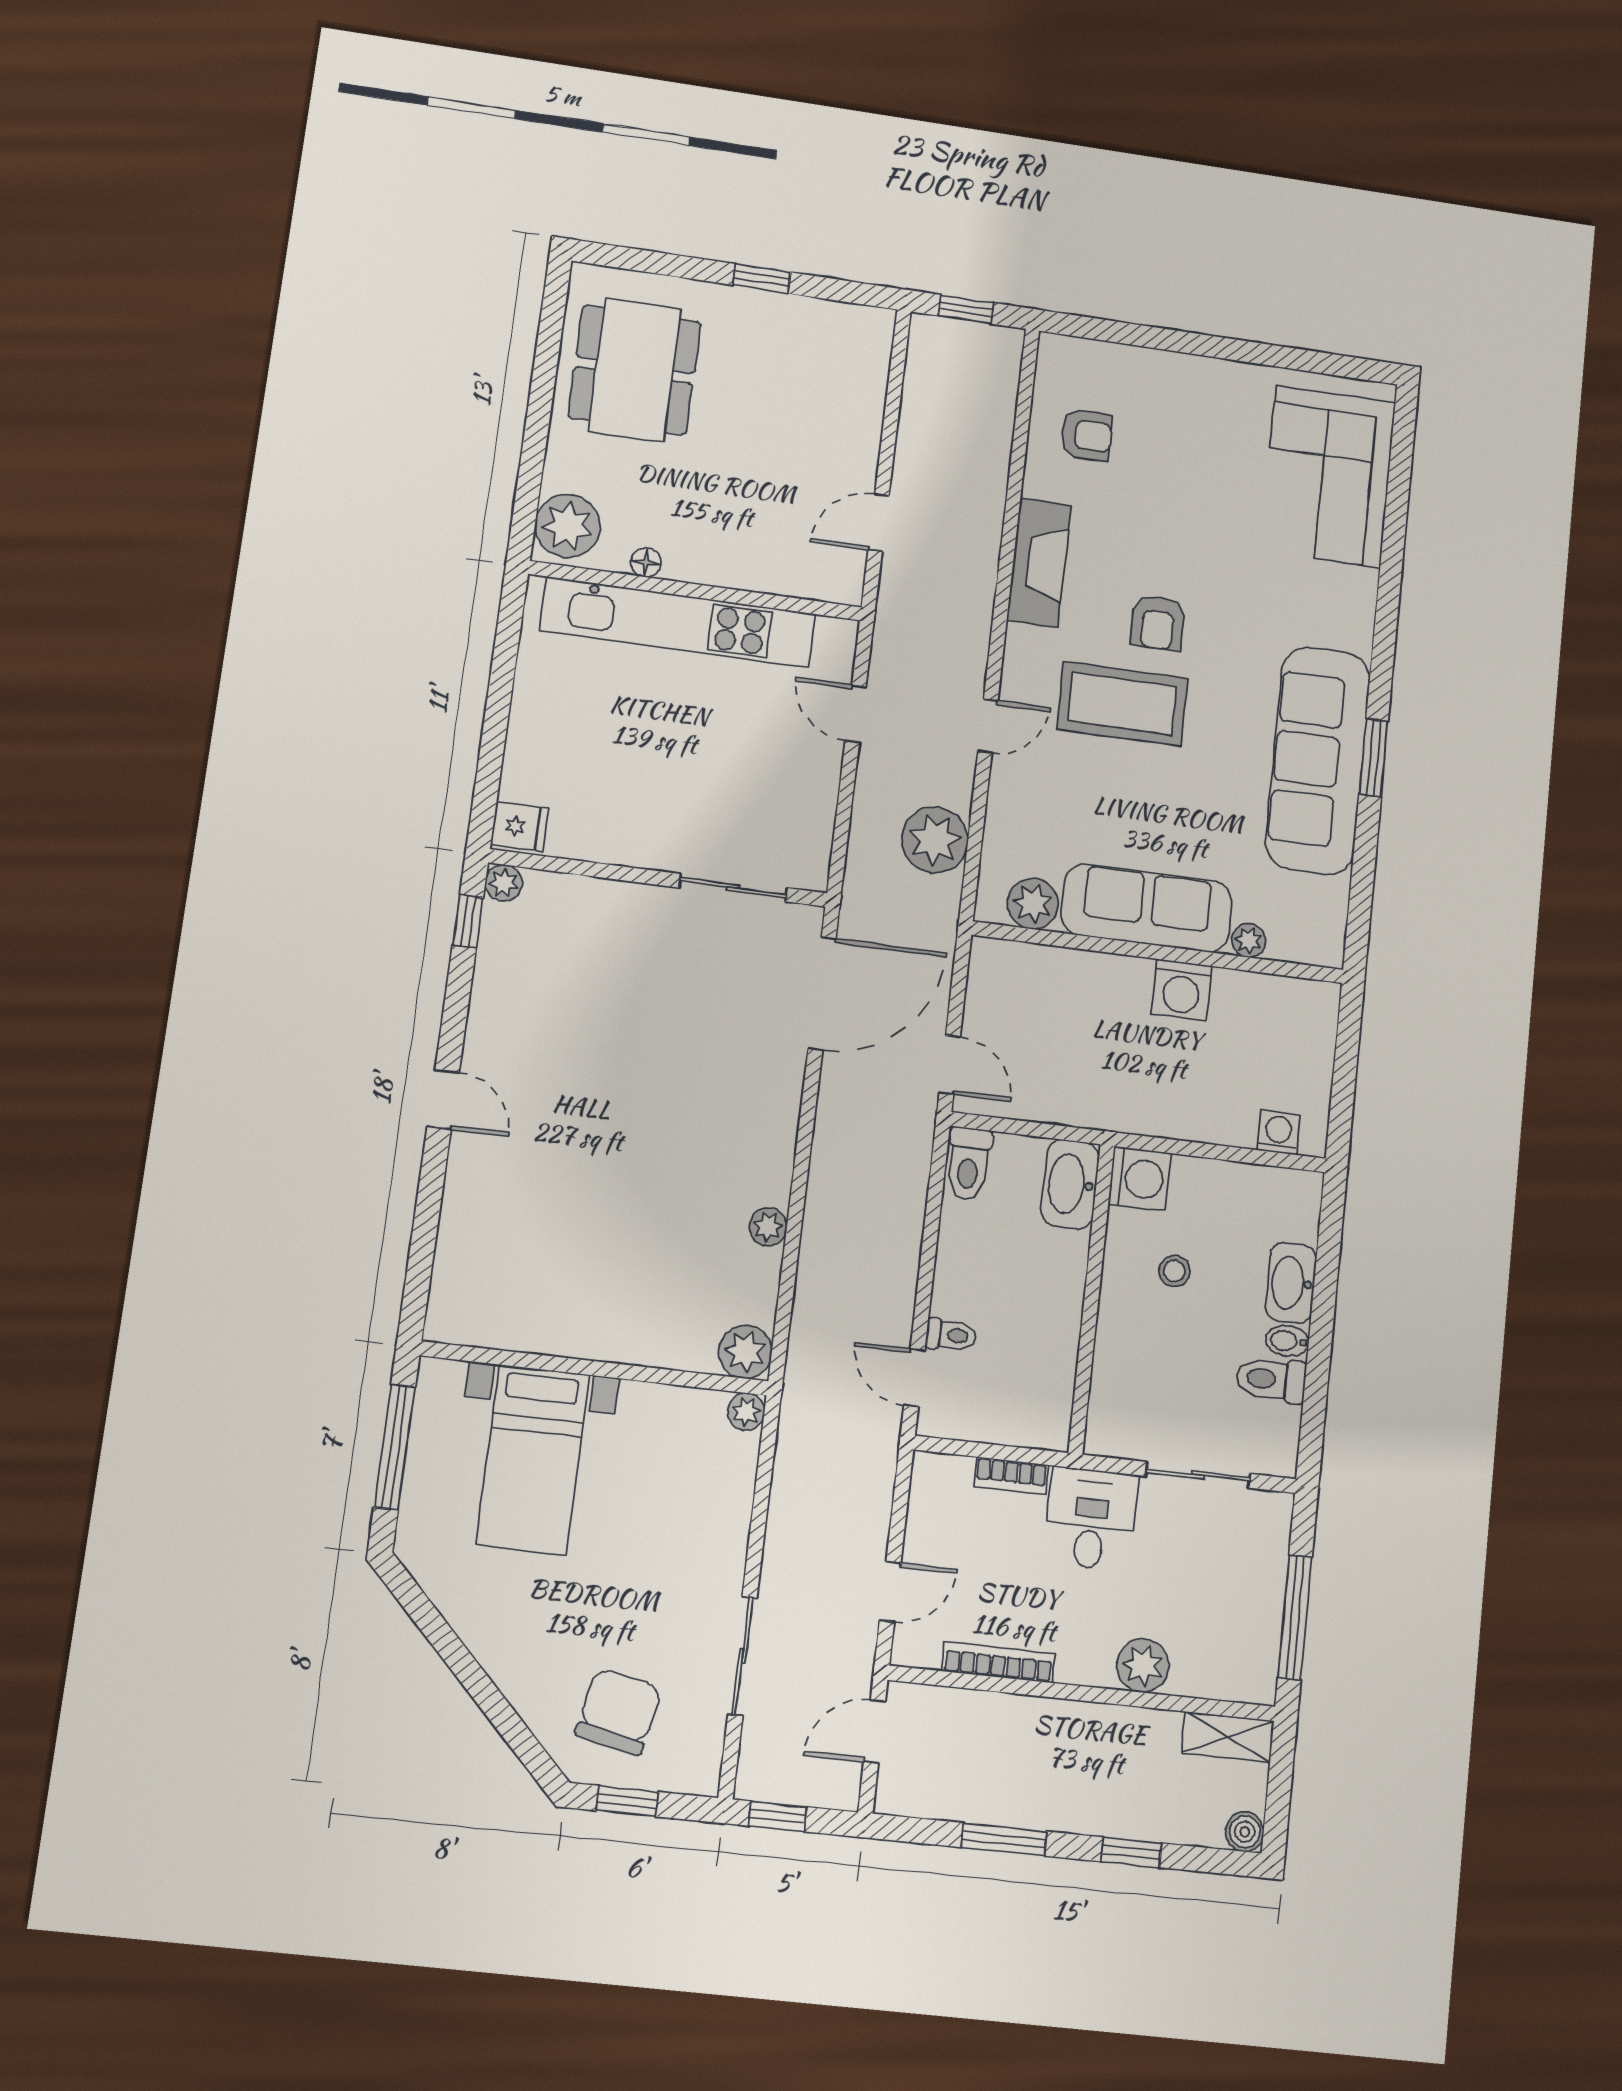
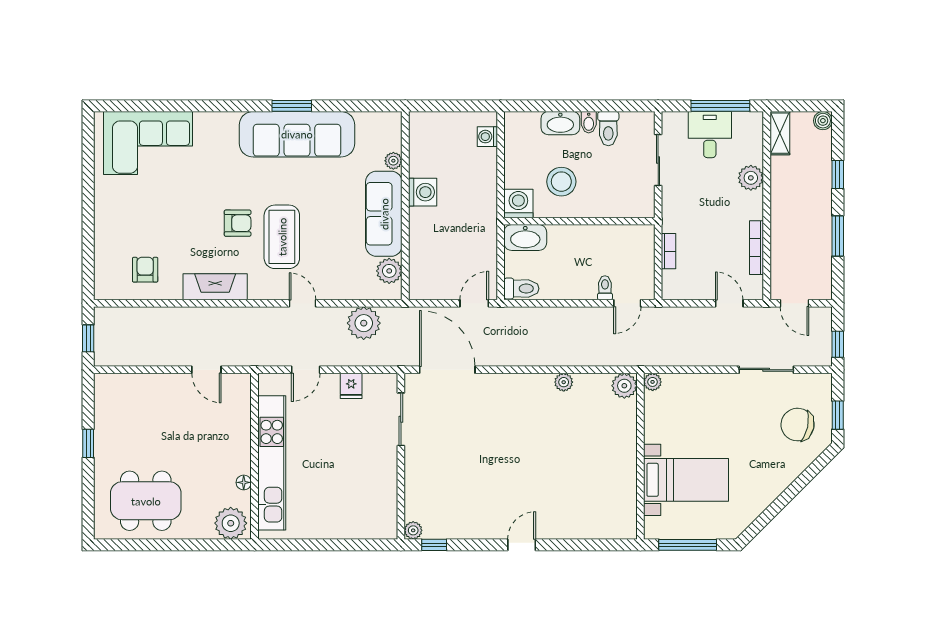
fridge: (519, 826) -> (351, 386), moved, turned 180
stool: (1174, 1271) -> (561, 182), width x1.89, depth x1.89
desk: (1091, 1519) -> (710, 135), moved, turned 90

